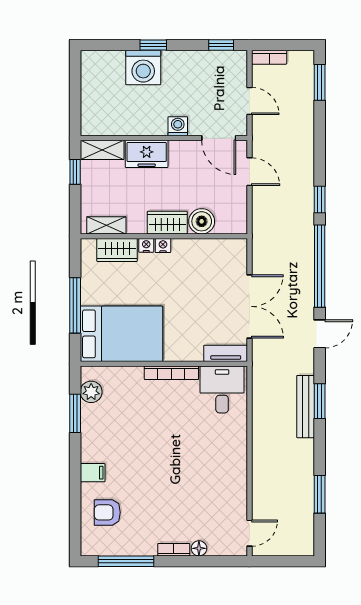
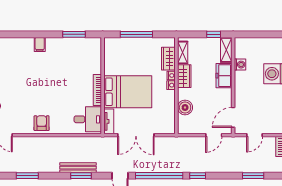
window: (320, 82) -> (253, 176), moved
washing machine: (178, 126) -> (240, 65), moved
wardrobe: (167, 223) -> (184, 76), moved
bed: (121, 334) -> (128, 92), moved, turned -90
plant: (91, 392) -> (86, 44), removed
armchair: (107, 512) -> (42, 123), moved

